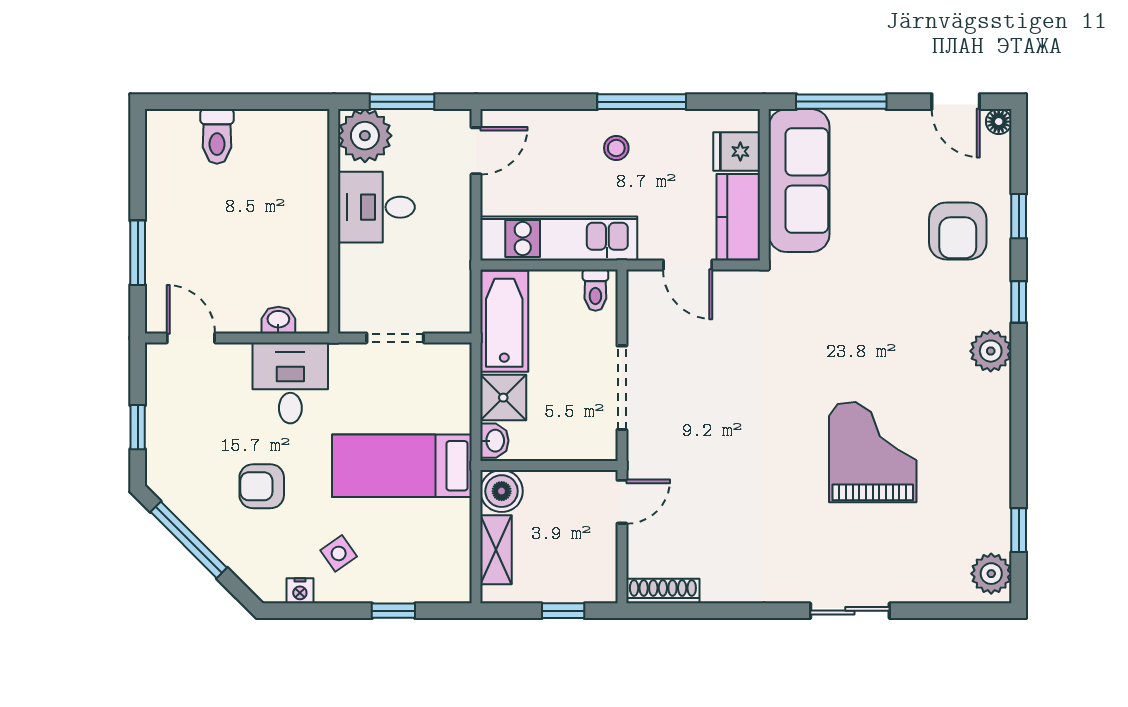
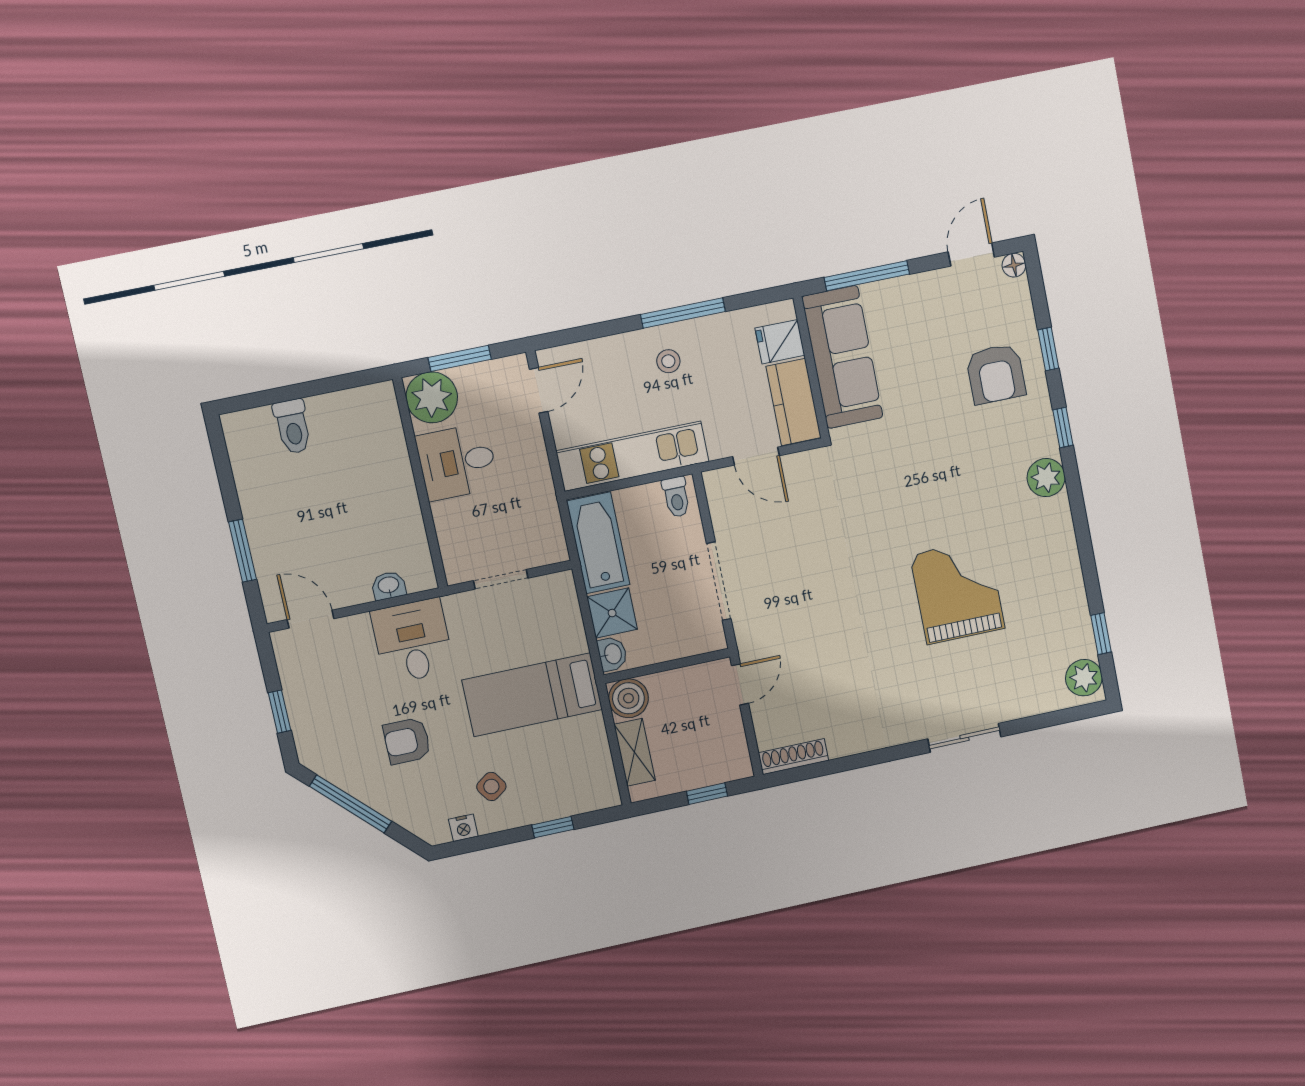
door: (956, 102) -> (971, 255), swing flipped

